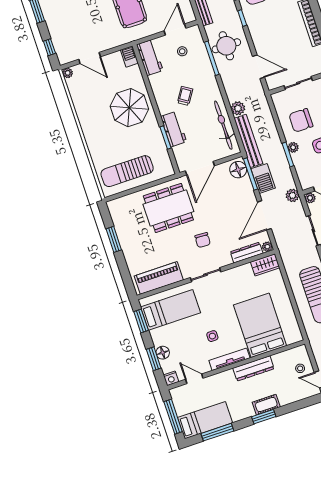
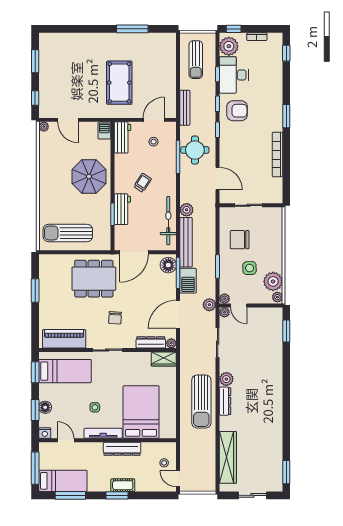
plant: (293, 147) -> (224, 299), moved

